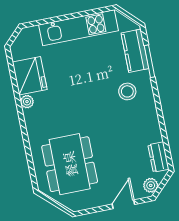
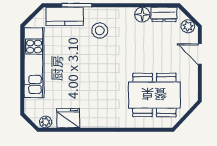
fridge: (30, 76) -> (68, 118), width x0.73, depth x0.75
plant: (27, 102) -> (46, 122), moved
floor lamp: (154, 134) -> (142, 15), added

